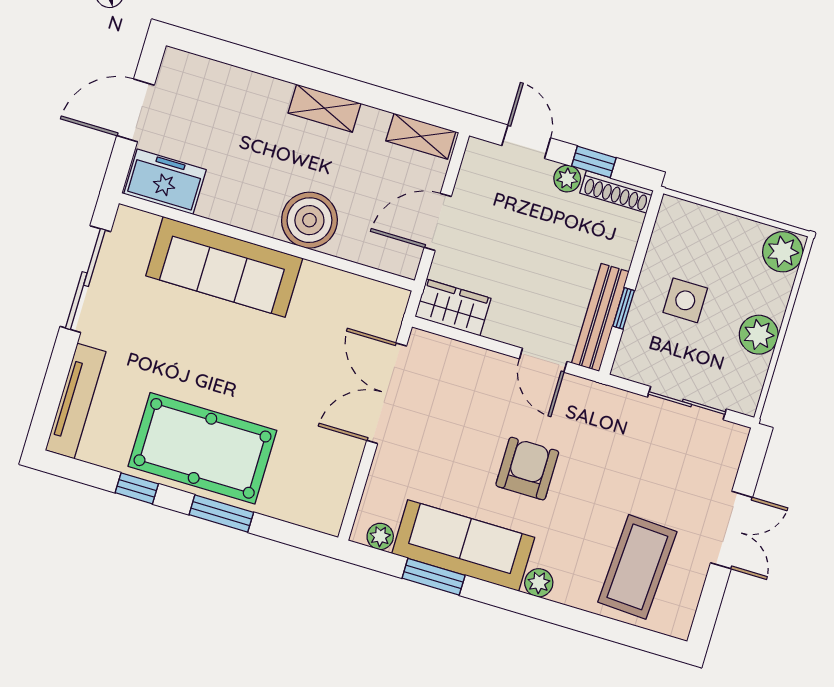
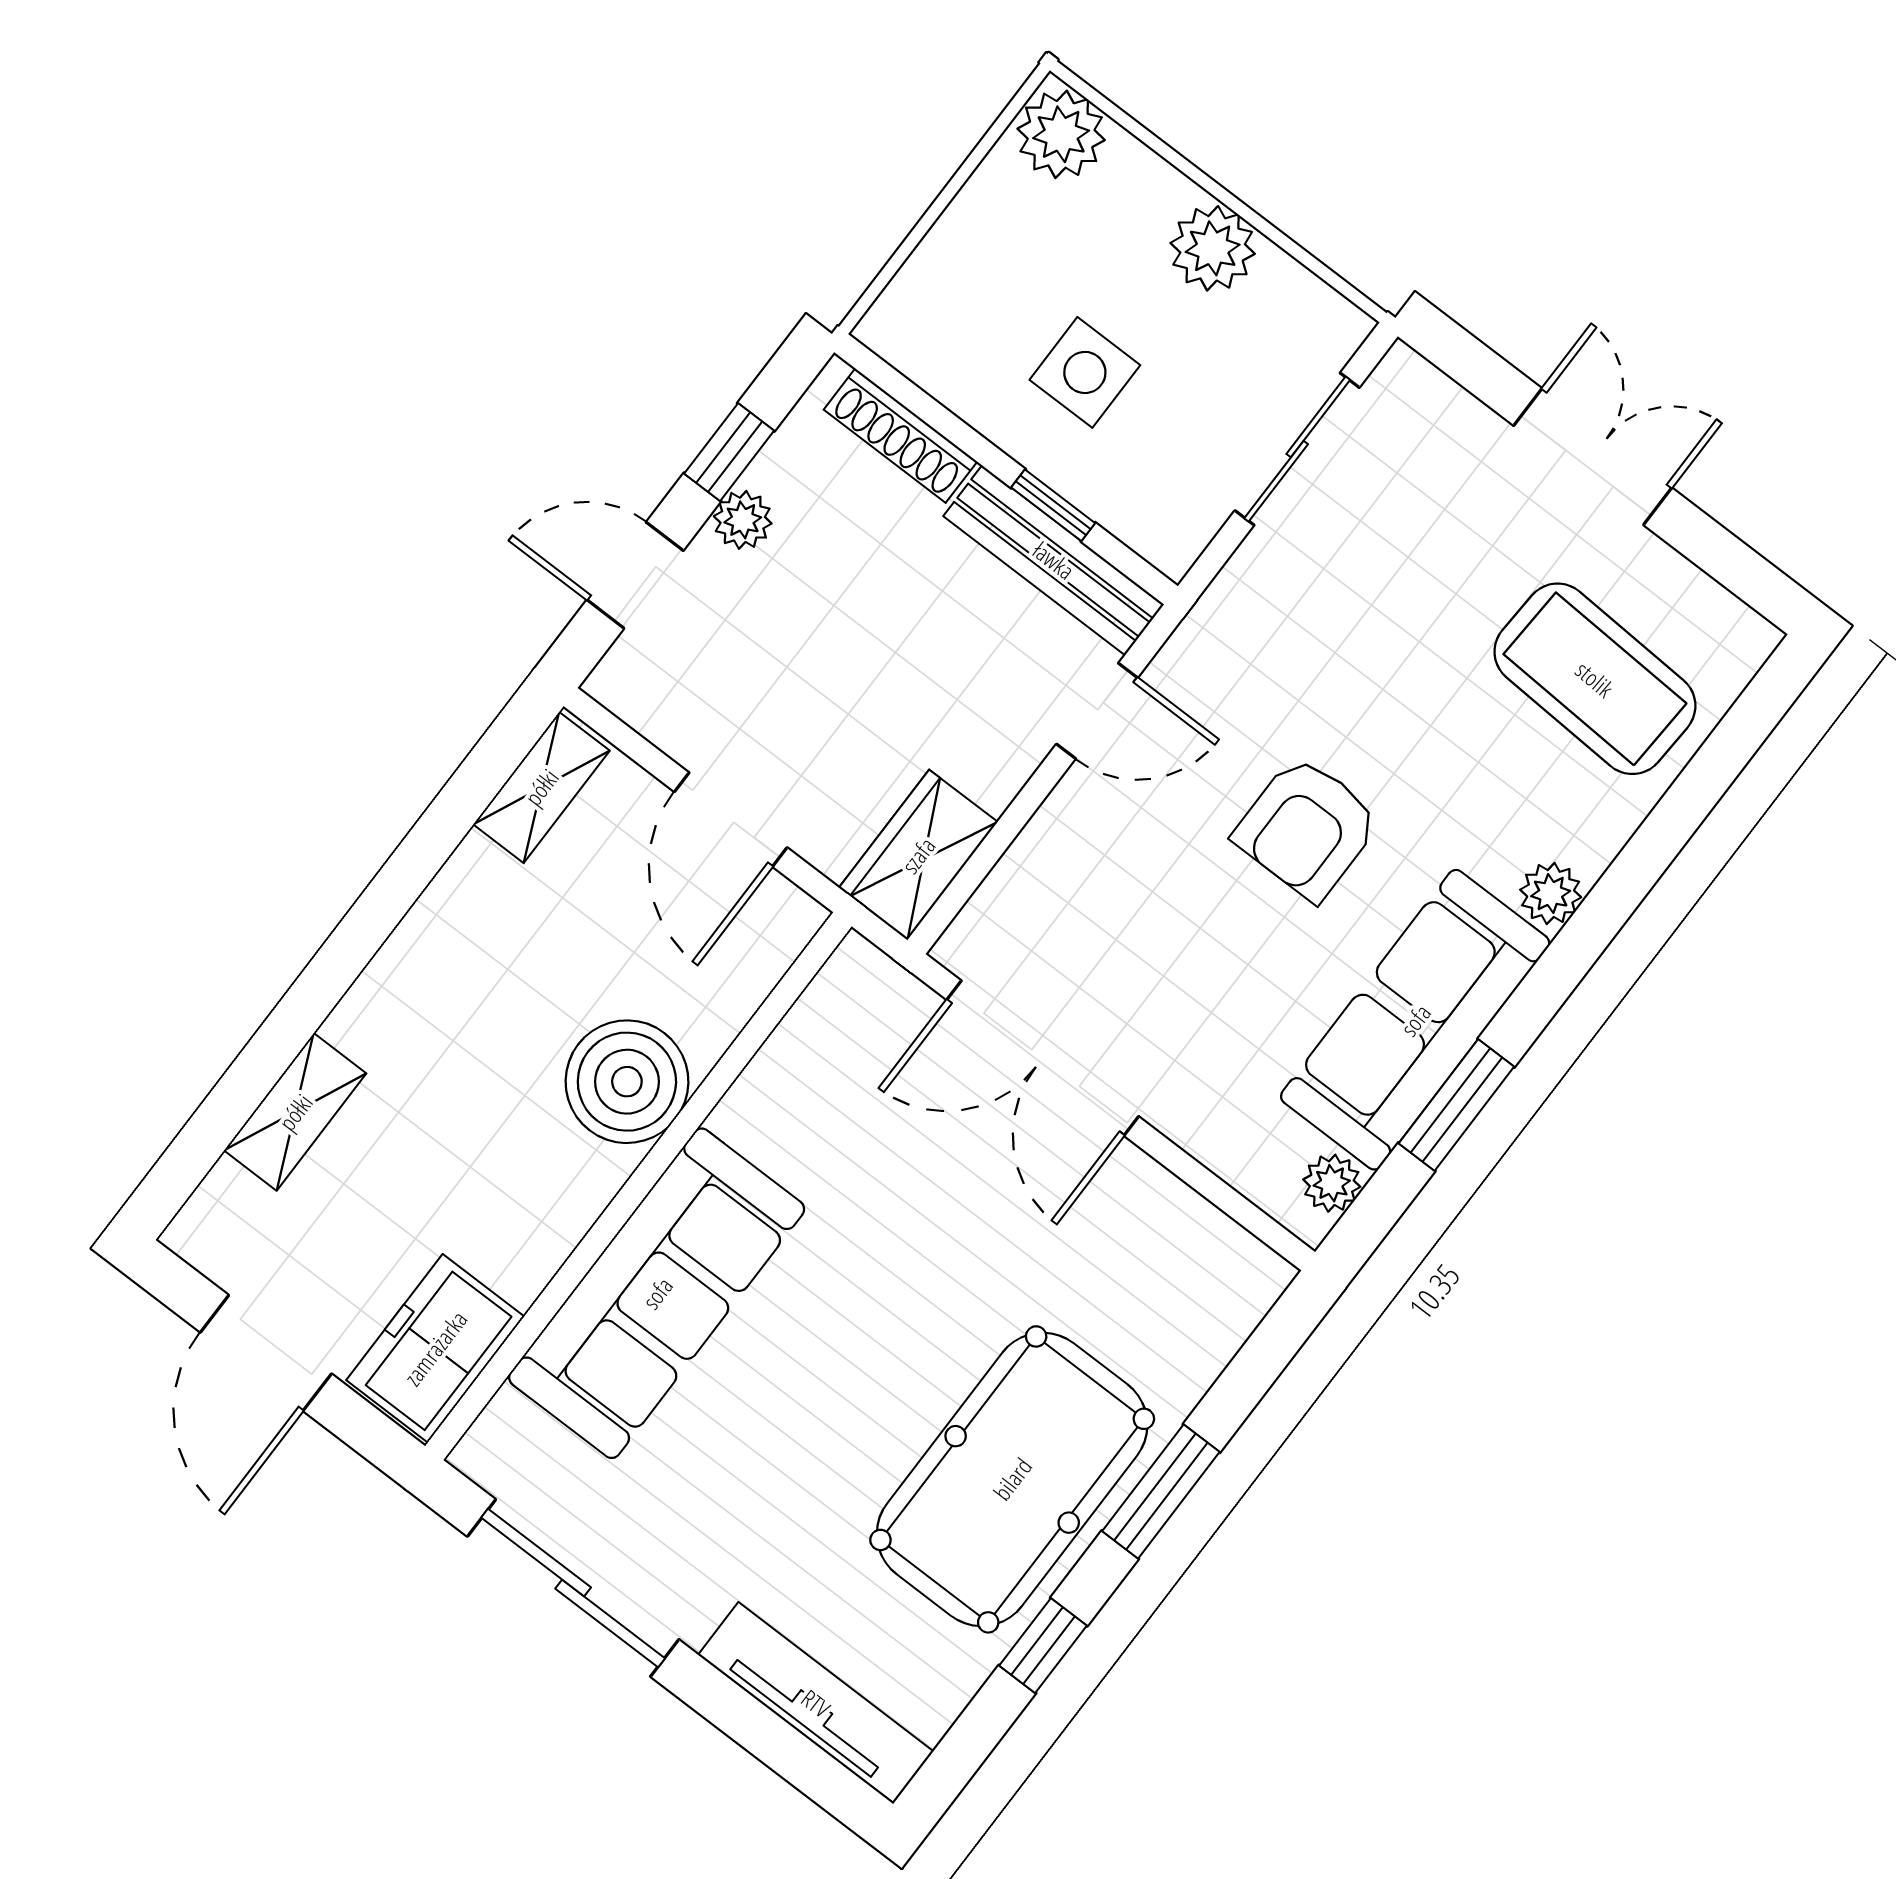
shelving: (324, 108) -> (295, 1112), moved
shoe rack: (617, 192) -> (900, 436), moved, turned 90
armchair: (527, 469) -> (1307, 828), turned -90

